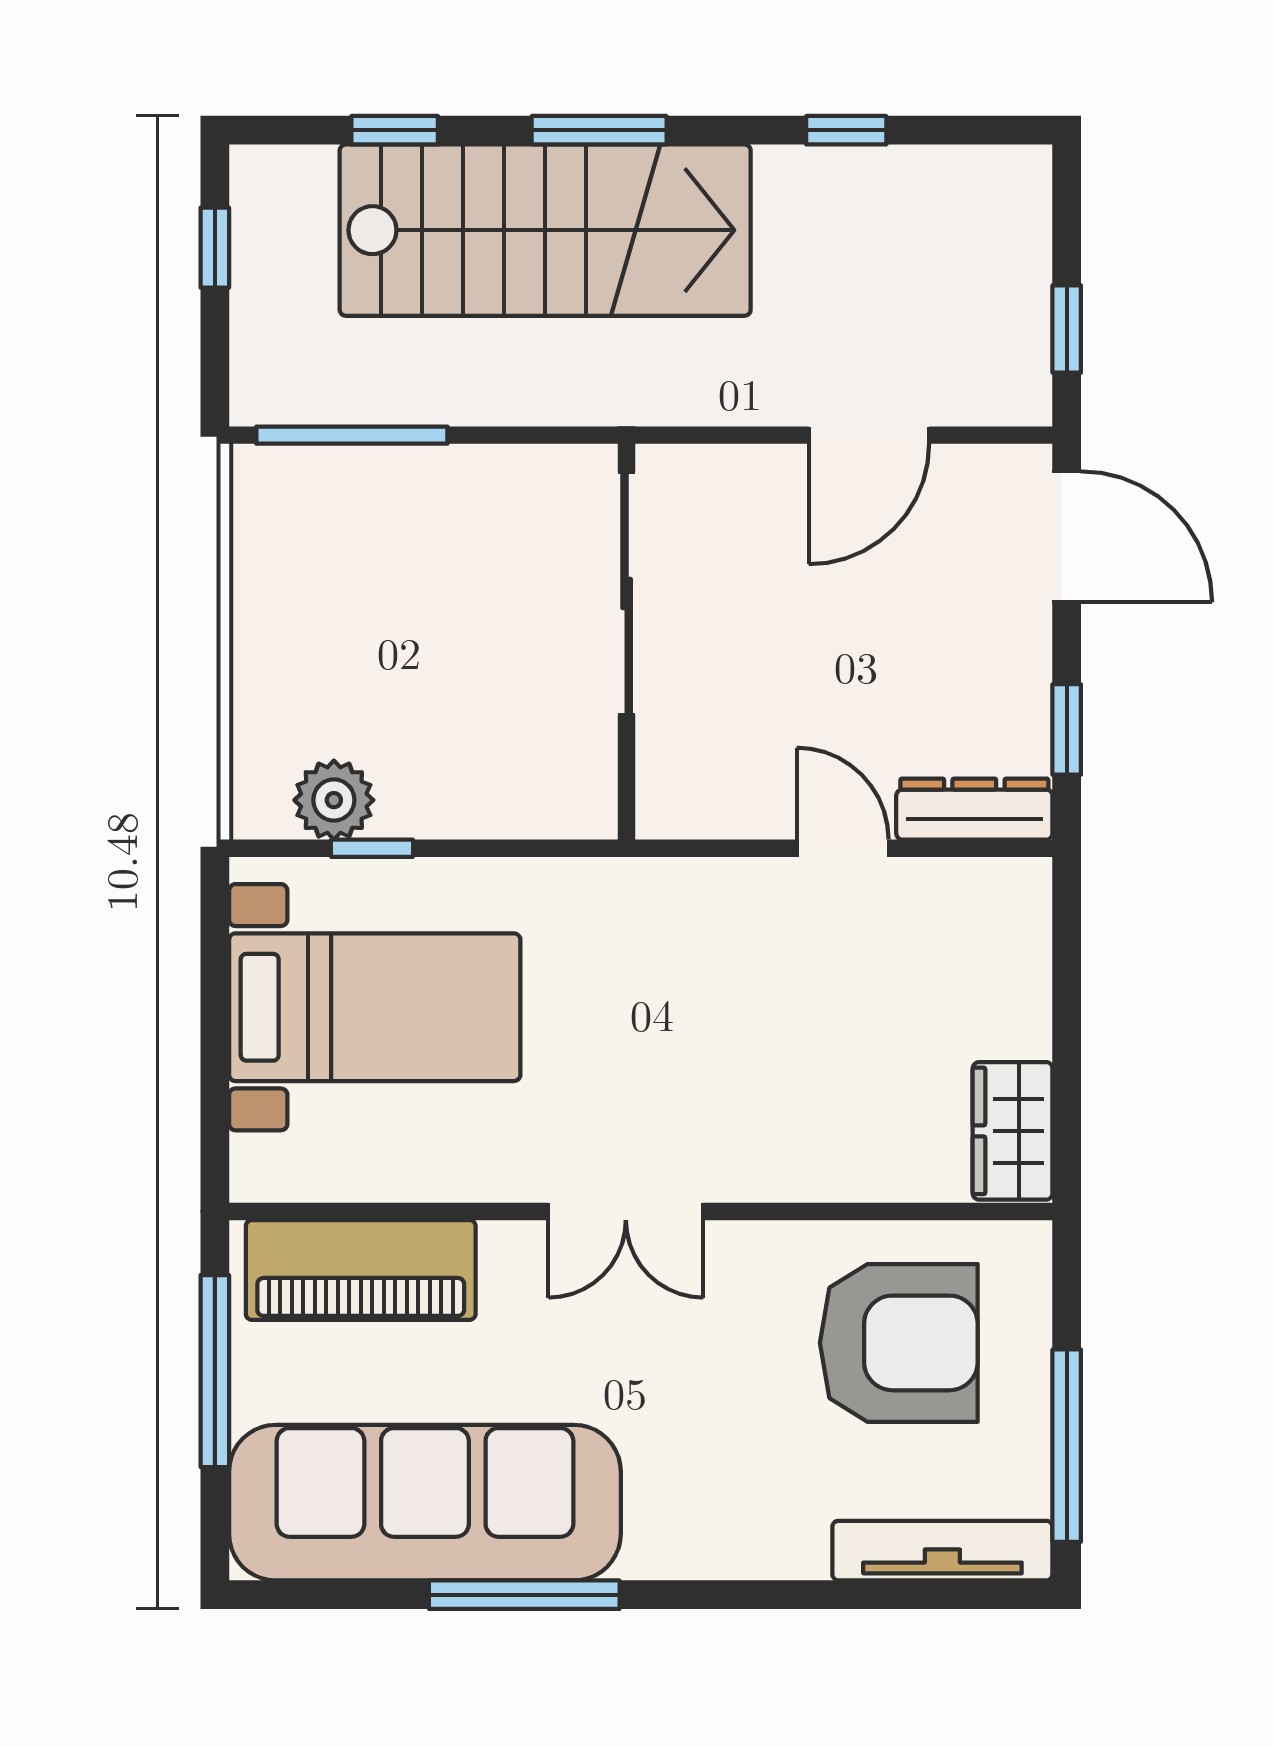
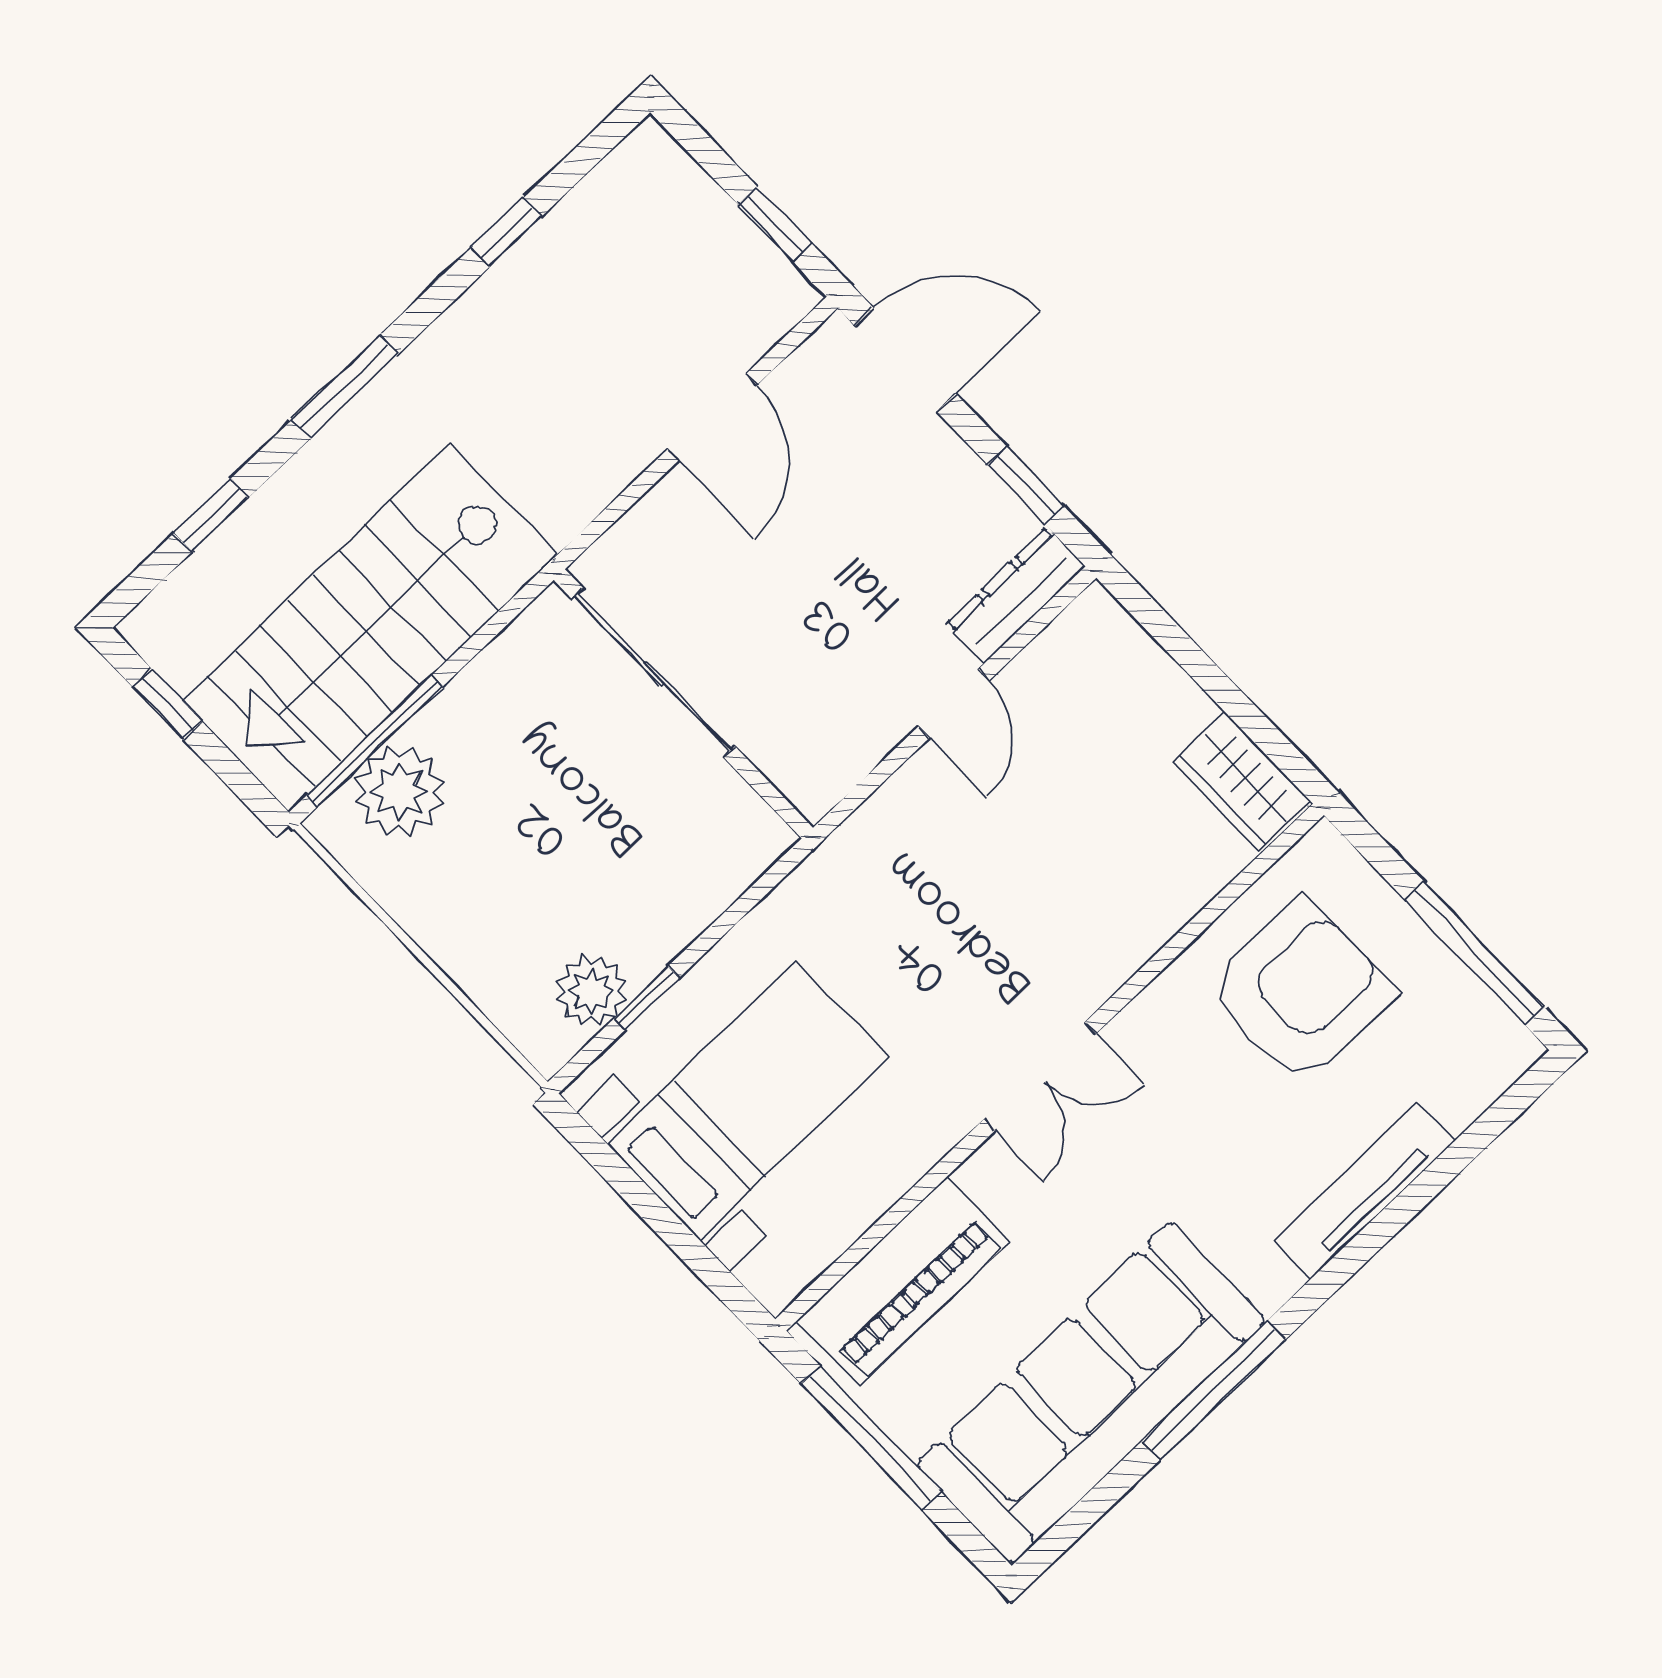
stairs: (545, 230) -> (370, 628), moved, turned 180
plant: (333, 494) -> (399, 792), added
door: (843, 848) -> (954, 703), swing flipped
tv unit: (942, 1551) -> (1365, 1190), moved

